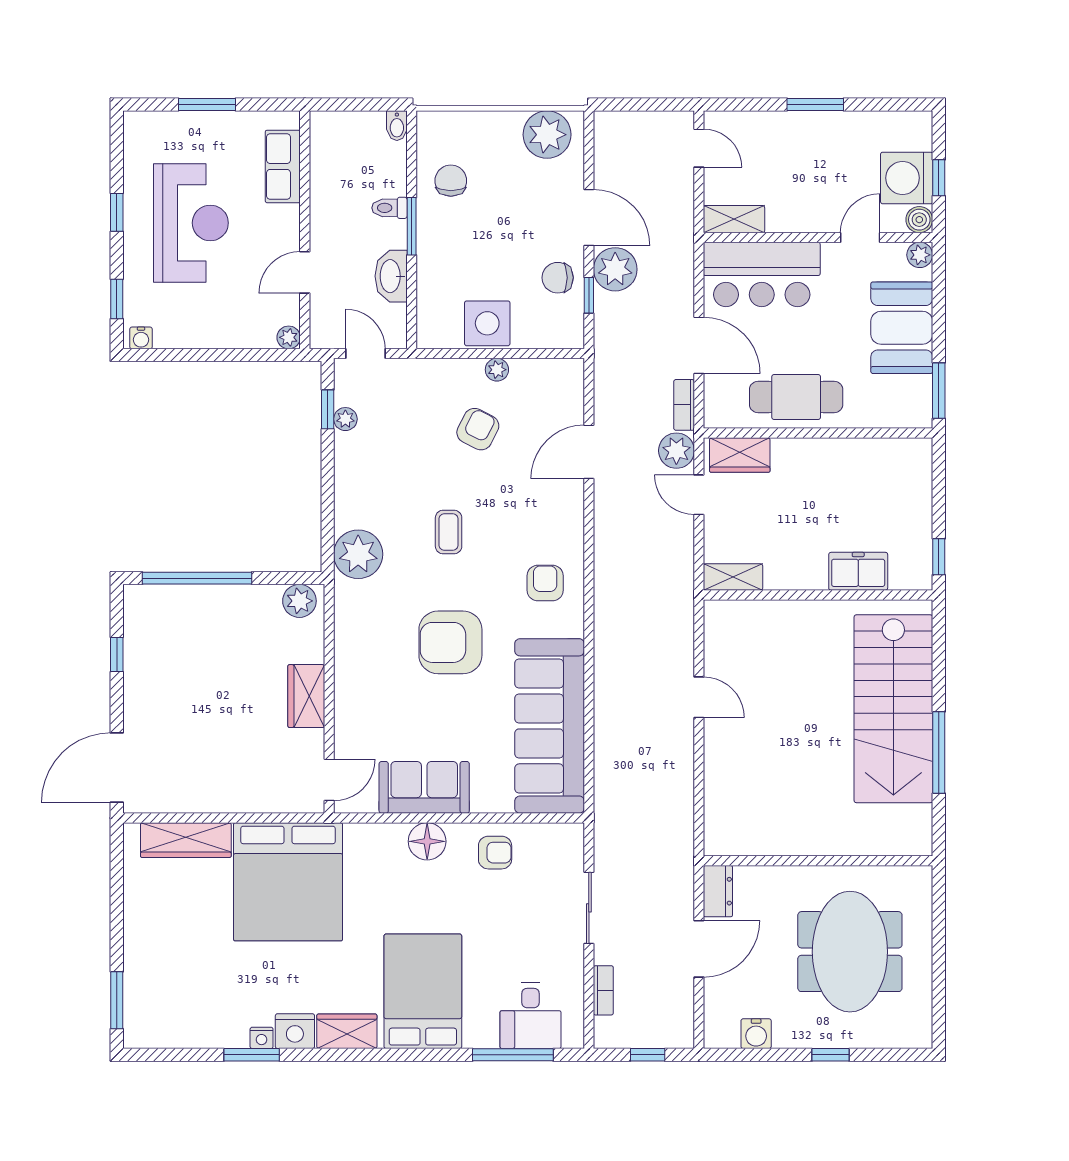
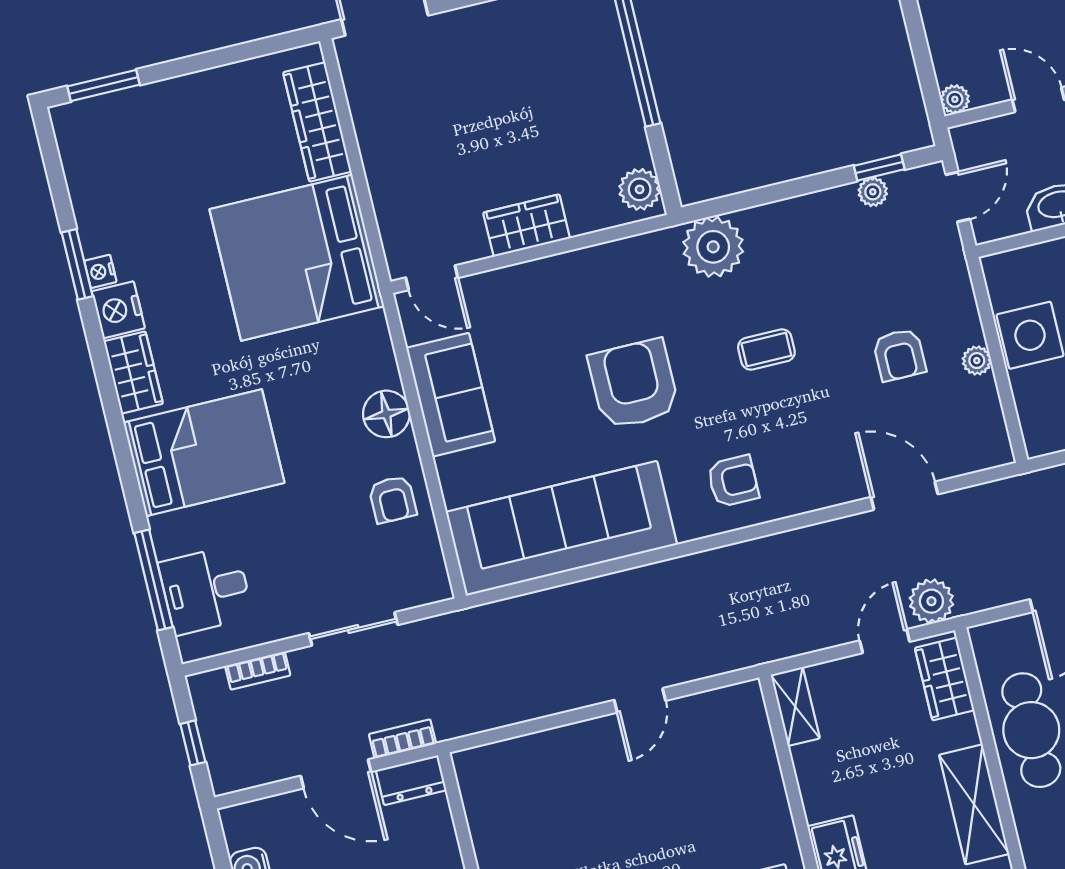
bookcase: (684, 405) -> (402, 739), moved
armchair: (478, 429) -> (899, 355), turned 63
shelving: (843, 456) -> (974, 804), added

